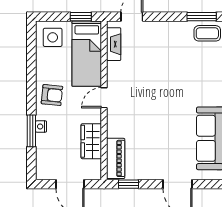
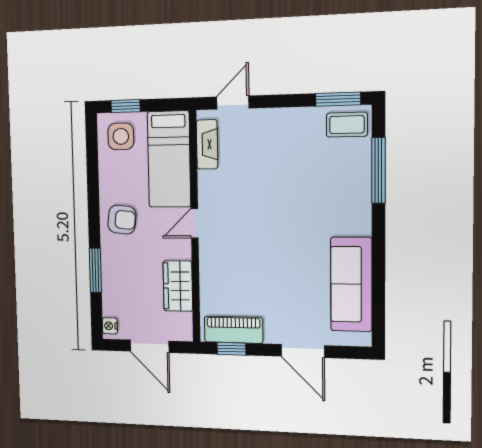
window: (81, 17) -> (126, 106), moved
nightstand: (41, 127) -> (110, 326), moved
piano: (116, 158) -> (234, 330), moved, turned -90

